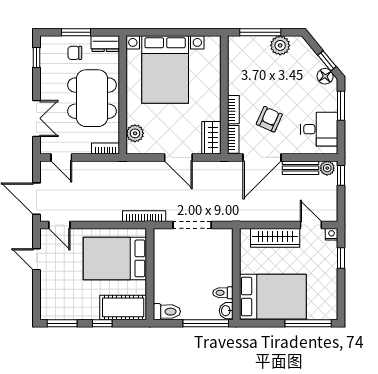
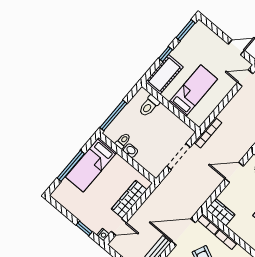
door: (178, 157) -> (234, 172), moved
door: (262, 157) -> (183, 232), hinge flipped
bed: (115, 258) -> (193, 91), width x0.67
bed: (273, 297) -> (91, 165), width x0.67
washbasin: (226, 311) -> (131, 151), moved
toilet: (167, 312) -> (149, 106), moved
window: (308, 323) -> (71, 166), moved

